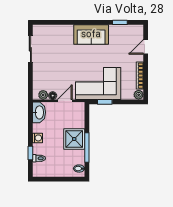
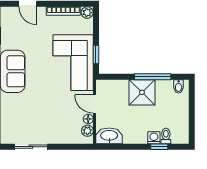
washing machine: (38, 138) -> (154, 138), moved

